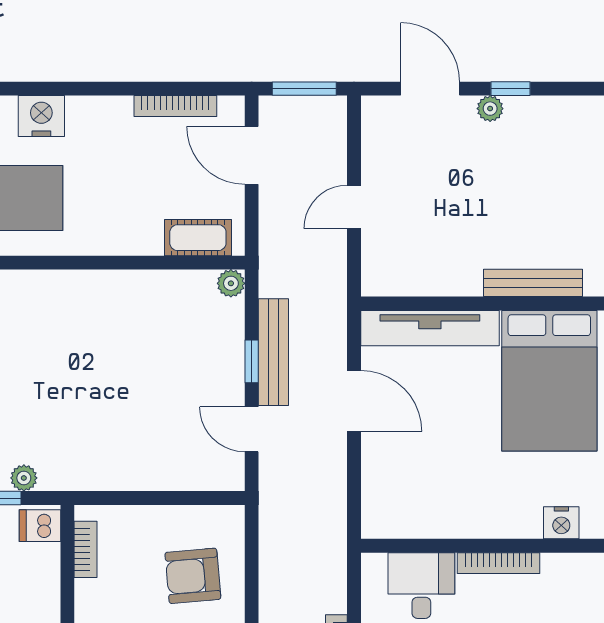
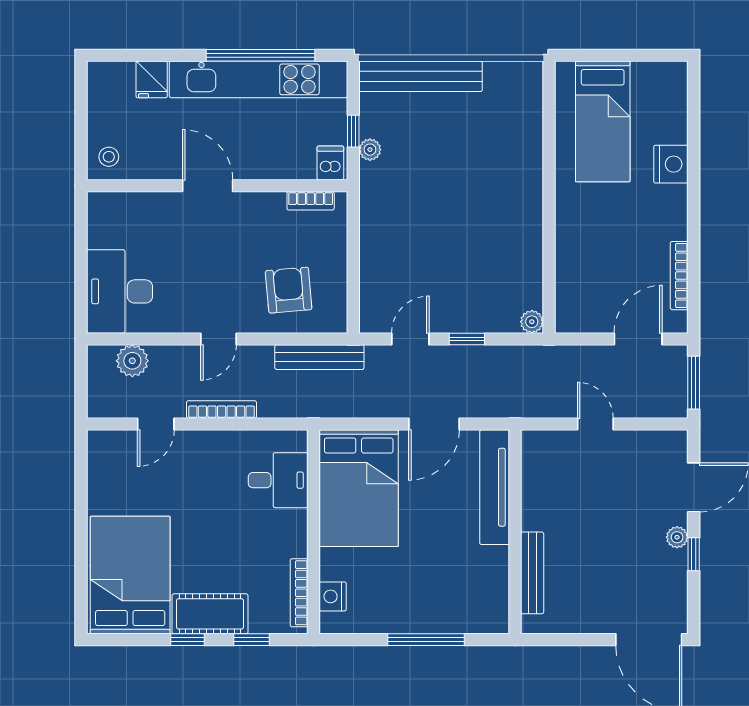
cot: (198, 238) -> (570, 294), removed
bench: (273, 352) -> (319, 357), moved
bed: (549, 381) -> (359, 488), moved, turned -90
bookcase: (499, 563) -> (299, 593), moved

